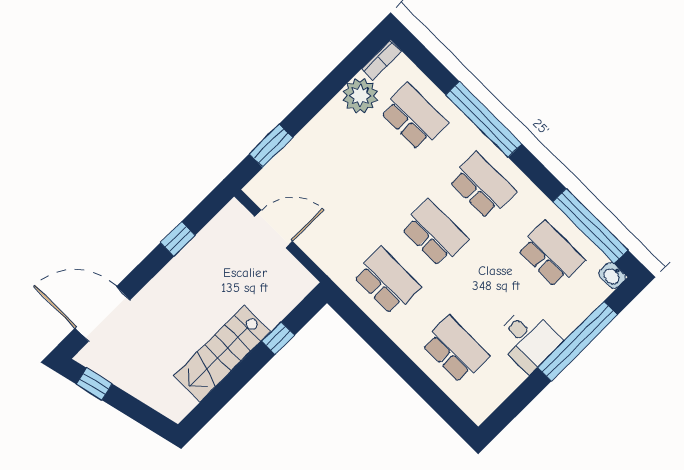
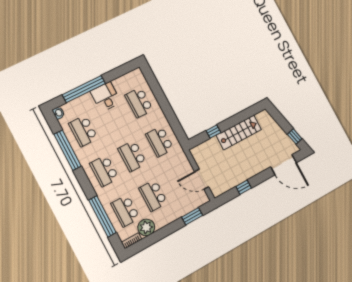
window: (484, 119) -> (102, 216), moved
school desk: (366, 165) -> (153, 196), added
window: (590, 226) -> (68, 150), moved

